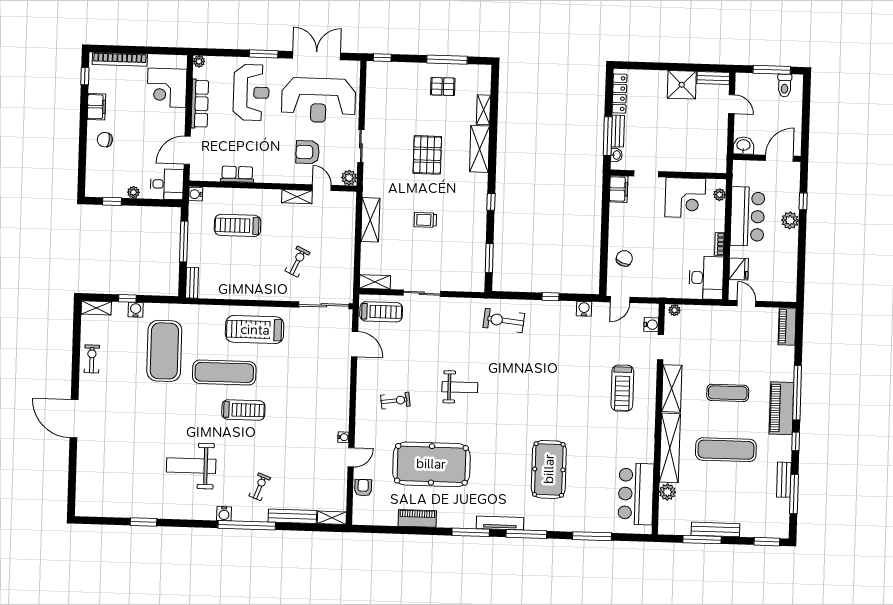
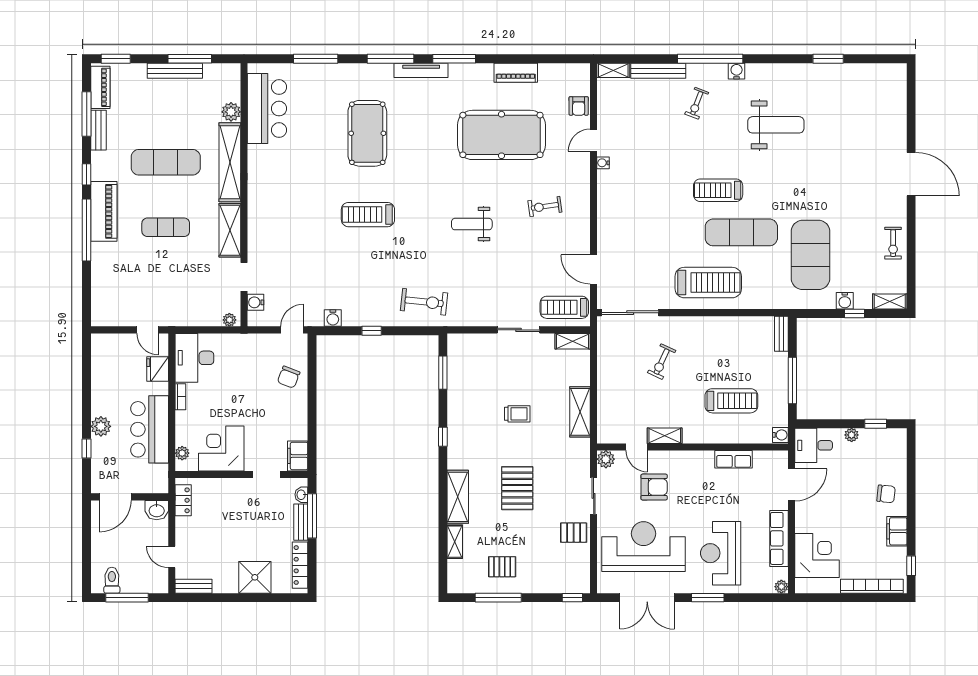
shower: (682, 85) -> (255, 577), moved
pallet: (379, 114) -> (574, 533), added
locker: (720, 153) -> (183, 500), added
piano: (787, 326) -> (100, 87), moved
treadmill: (622, 388) -> (368, 215), moved, turned -90

